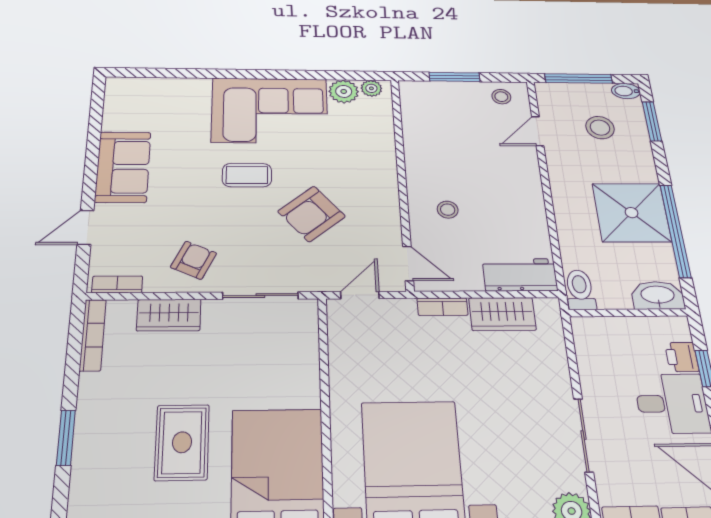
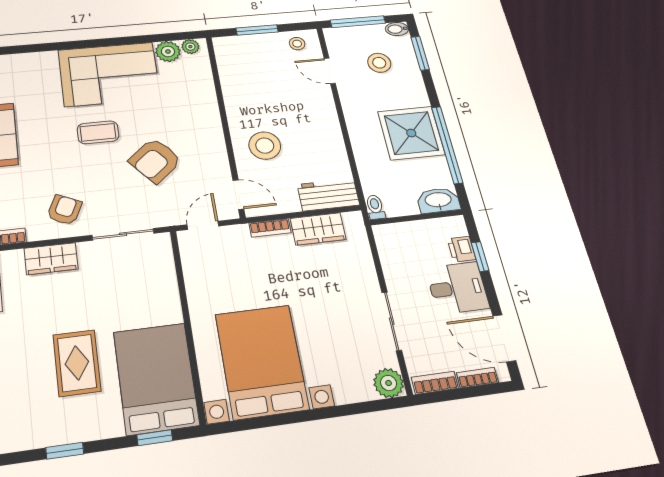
door: (538, 131) -> (330, 71), hinge flipped
stool: (448, 210) -> (265, 146), width x1.89, depth x1.89
toilet: (580, 290) -> (375, 207), width x0.73, depth x0.72

